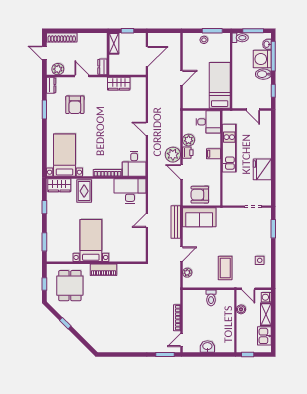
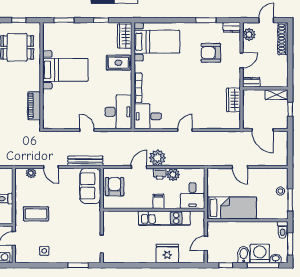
fridge: (262, 169) -> (167, 253), moved
piano: (104, 270) -> (34, 106), moved

